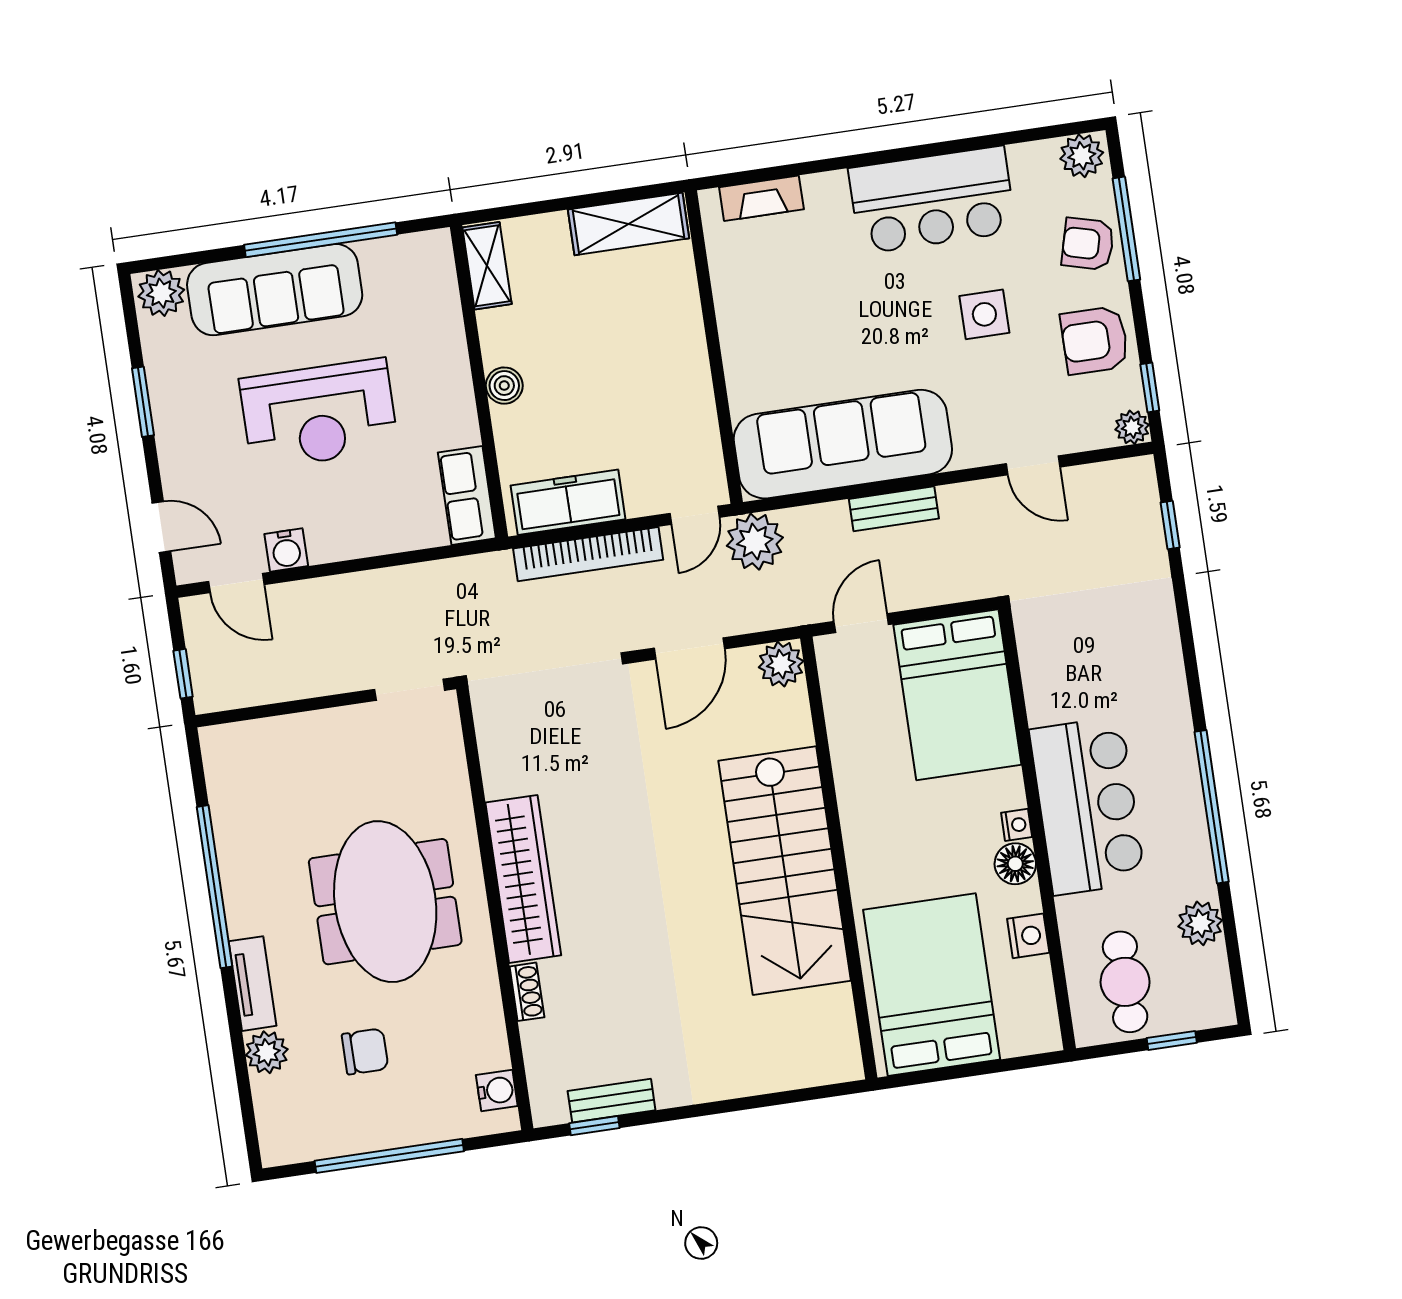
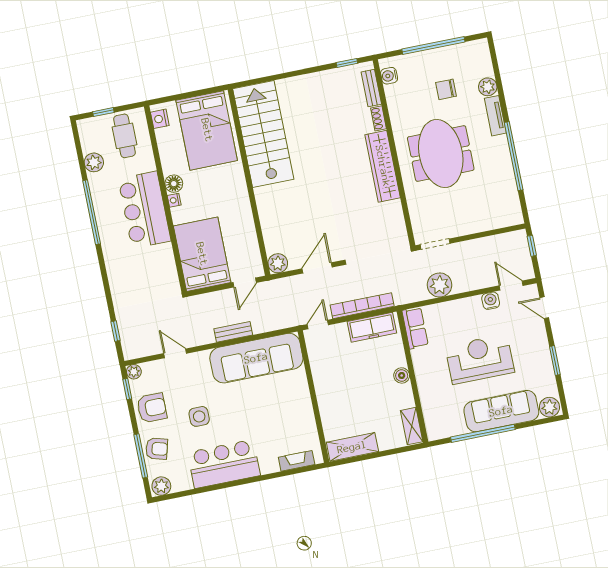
plant: (755, 542) -> (440, 285), moved
stairs: (785, 871) -> (263, 134), moved
nightstand: (1028, 936) -> (160, 119), moved
bench: (612, 1101) -> (371, 88), moved, turned 90

